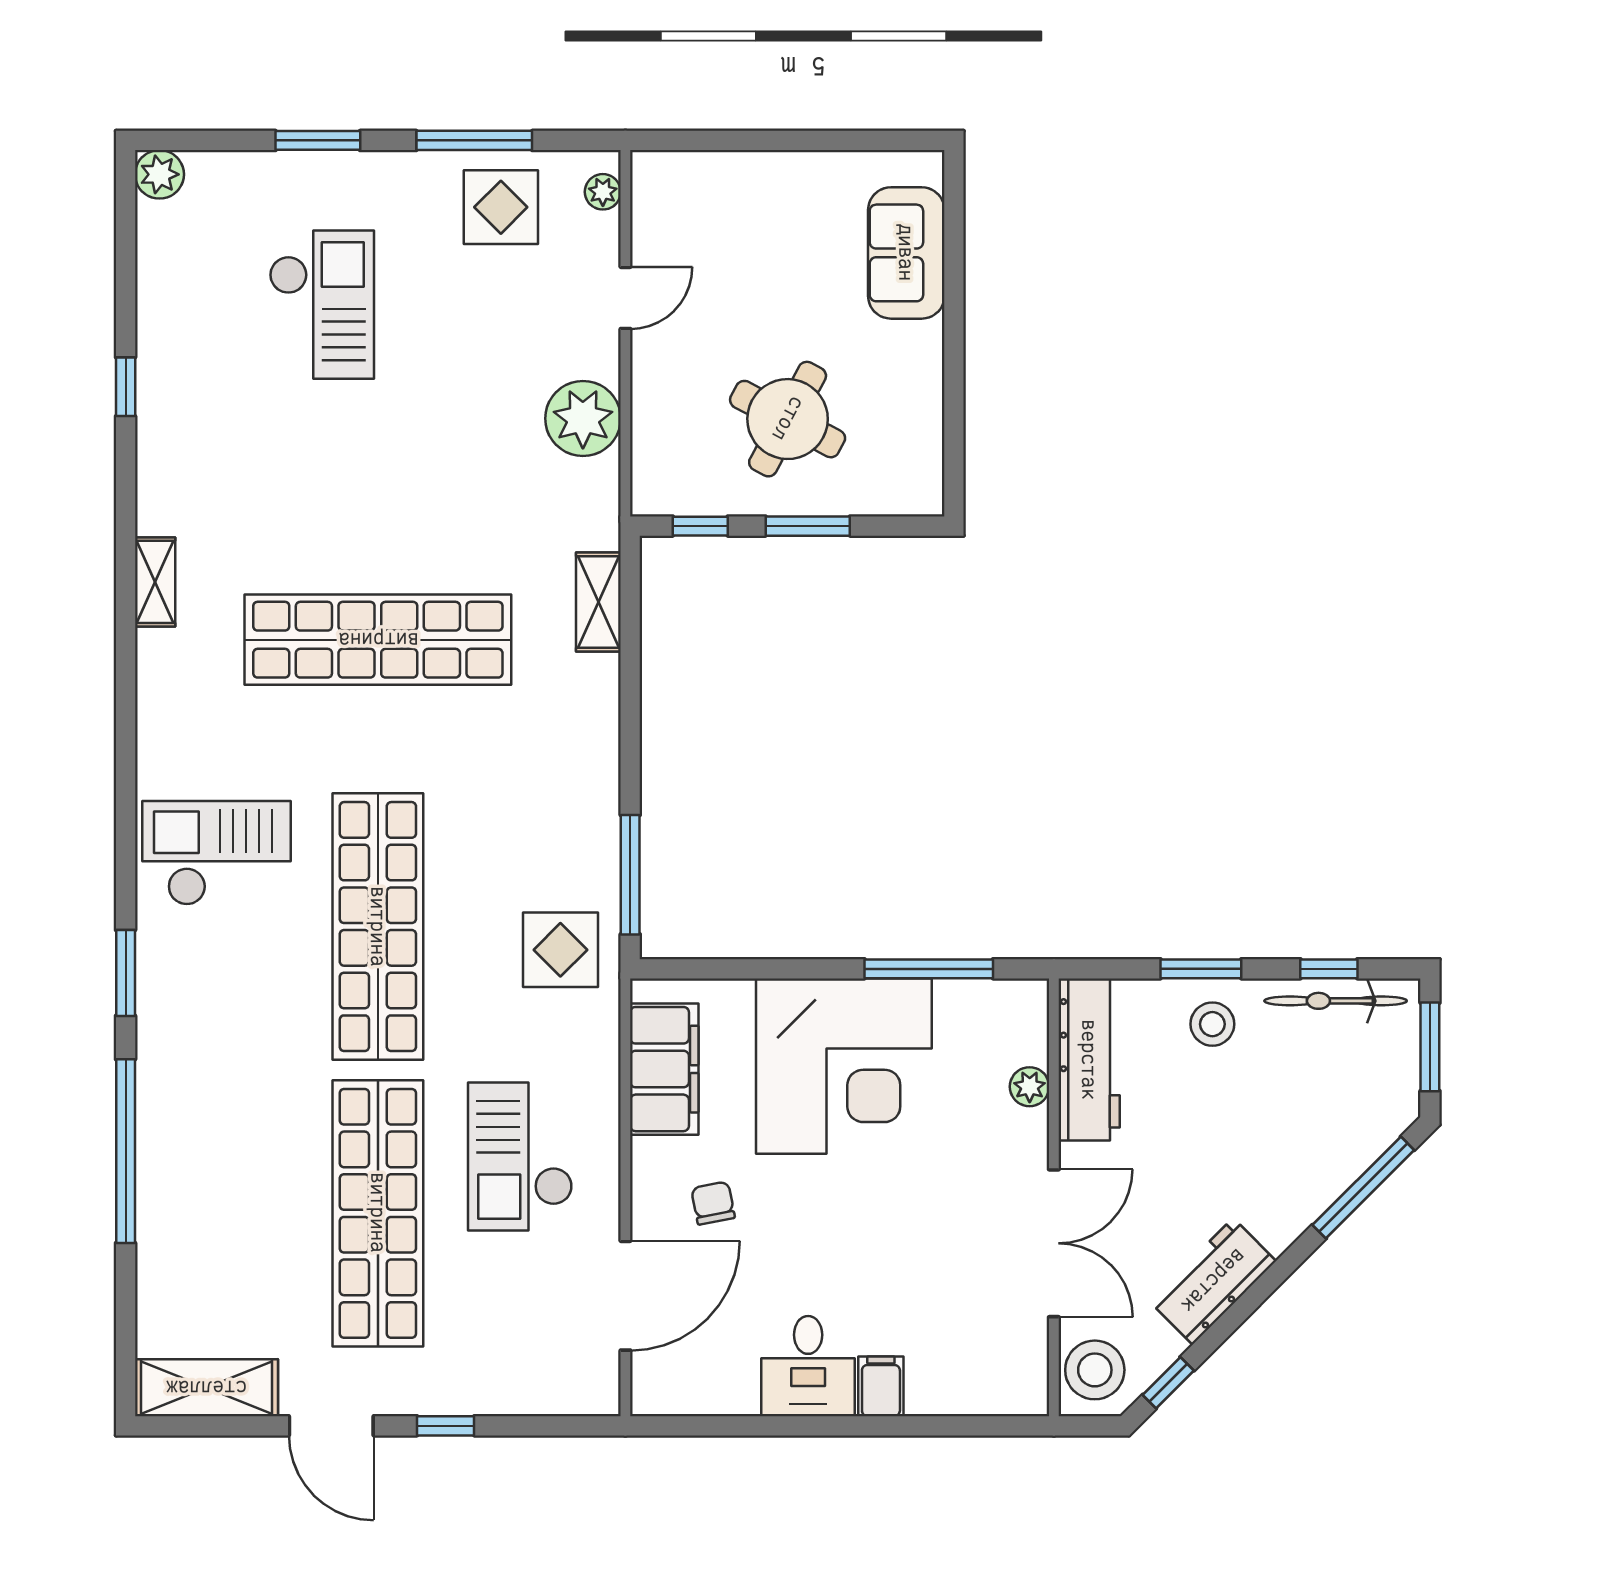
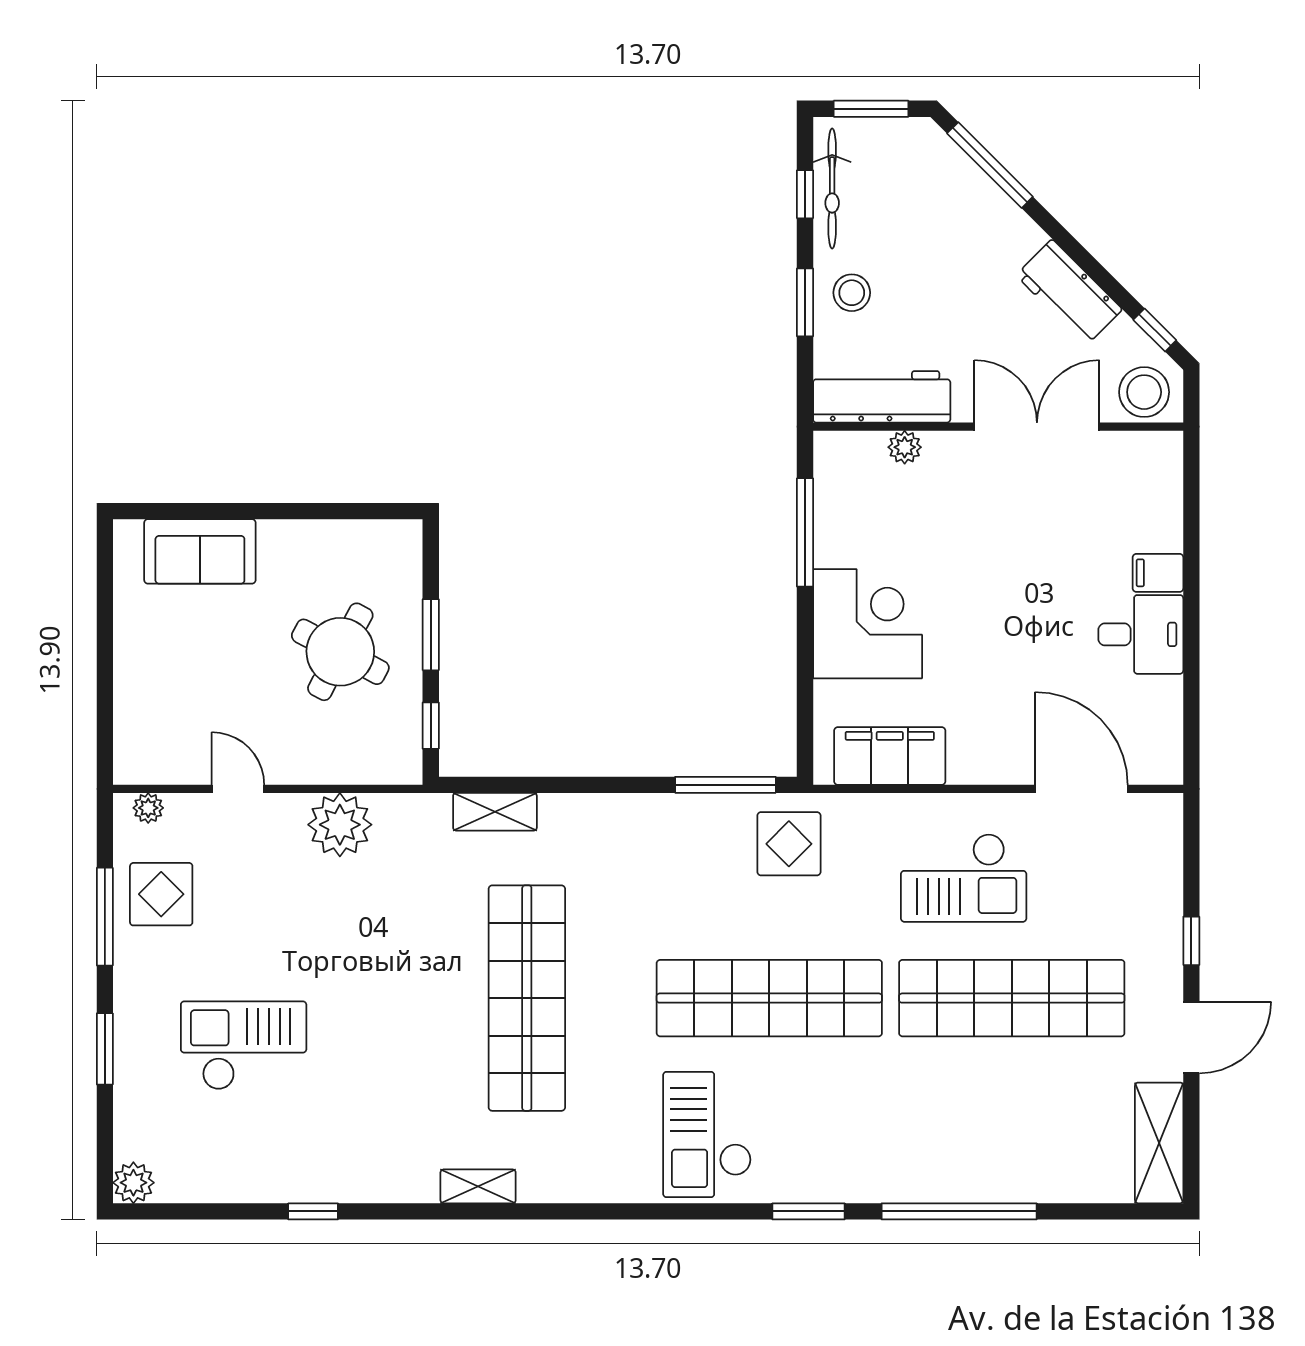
corner desk: (844, 1066) -> (868, 624), width x0.74, depth x0.74
chair: (713, 1203) -> (1003, 715), removed

